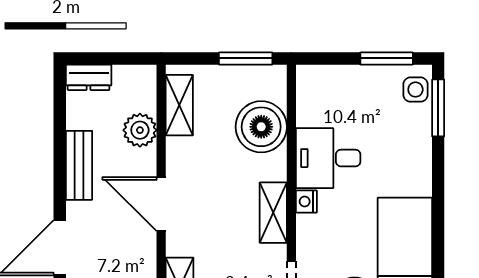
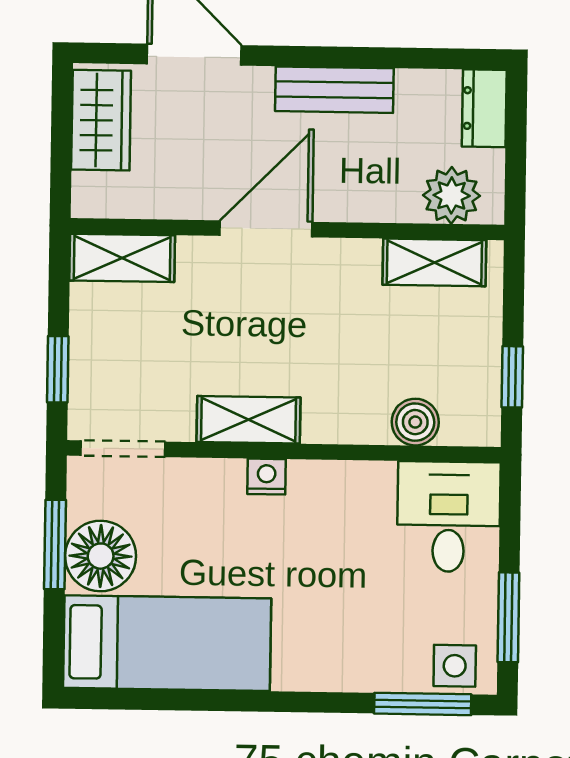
window: (246, 58) -> (512, 377), width x0.67
boiler: (261, 127) -> (415, 422), width x0.54, depth x0.54
plant: (140, 130) -> (452, 195), moved
desk: (328, 158) -> (449, 517), moved

